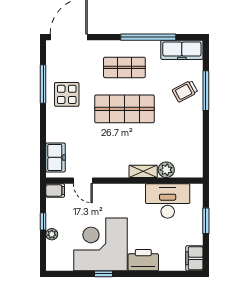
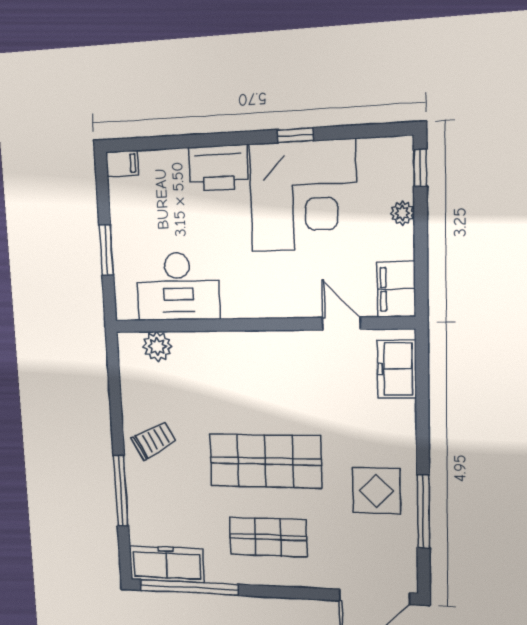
window: (148, 37) -> (189, 587), moved
trolley: (185, 91) -> (154, 440), moved
plant: (166, 170) -> (157, 346), moved
shelving: (143, 171) -> (226, 343), removed
filing cabinet: (55, 191) -> (396, 289), width x2.00
window: (43, 221) -> (420, 168), moved
filing cabinet: (194, 258) -> (122, 164), width x0.50

